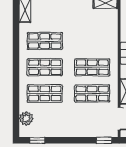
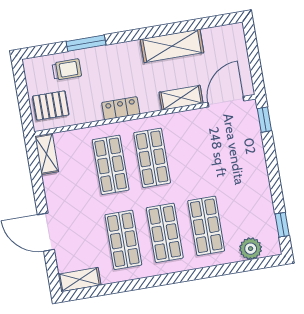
shop shelf: (92, 93) -> (111, 165), moved

